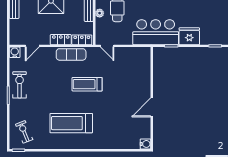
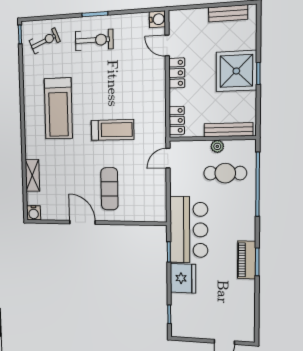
locker: (61, 40) -> (177, 73), moved
exercise mat: (71, 54) -> (109, 189), moved
treadmill: (87, 84) -> (112, 130), turned 90
exercise bike: (20, 85) -> (94, 40), moved
treadmill: (71, 123) -> (58, 108), turned 180
shelving: (118, 144) -> (32, 175), added

